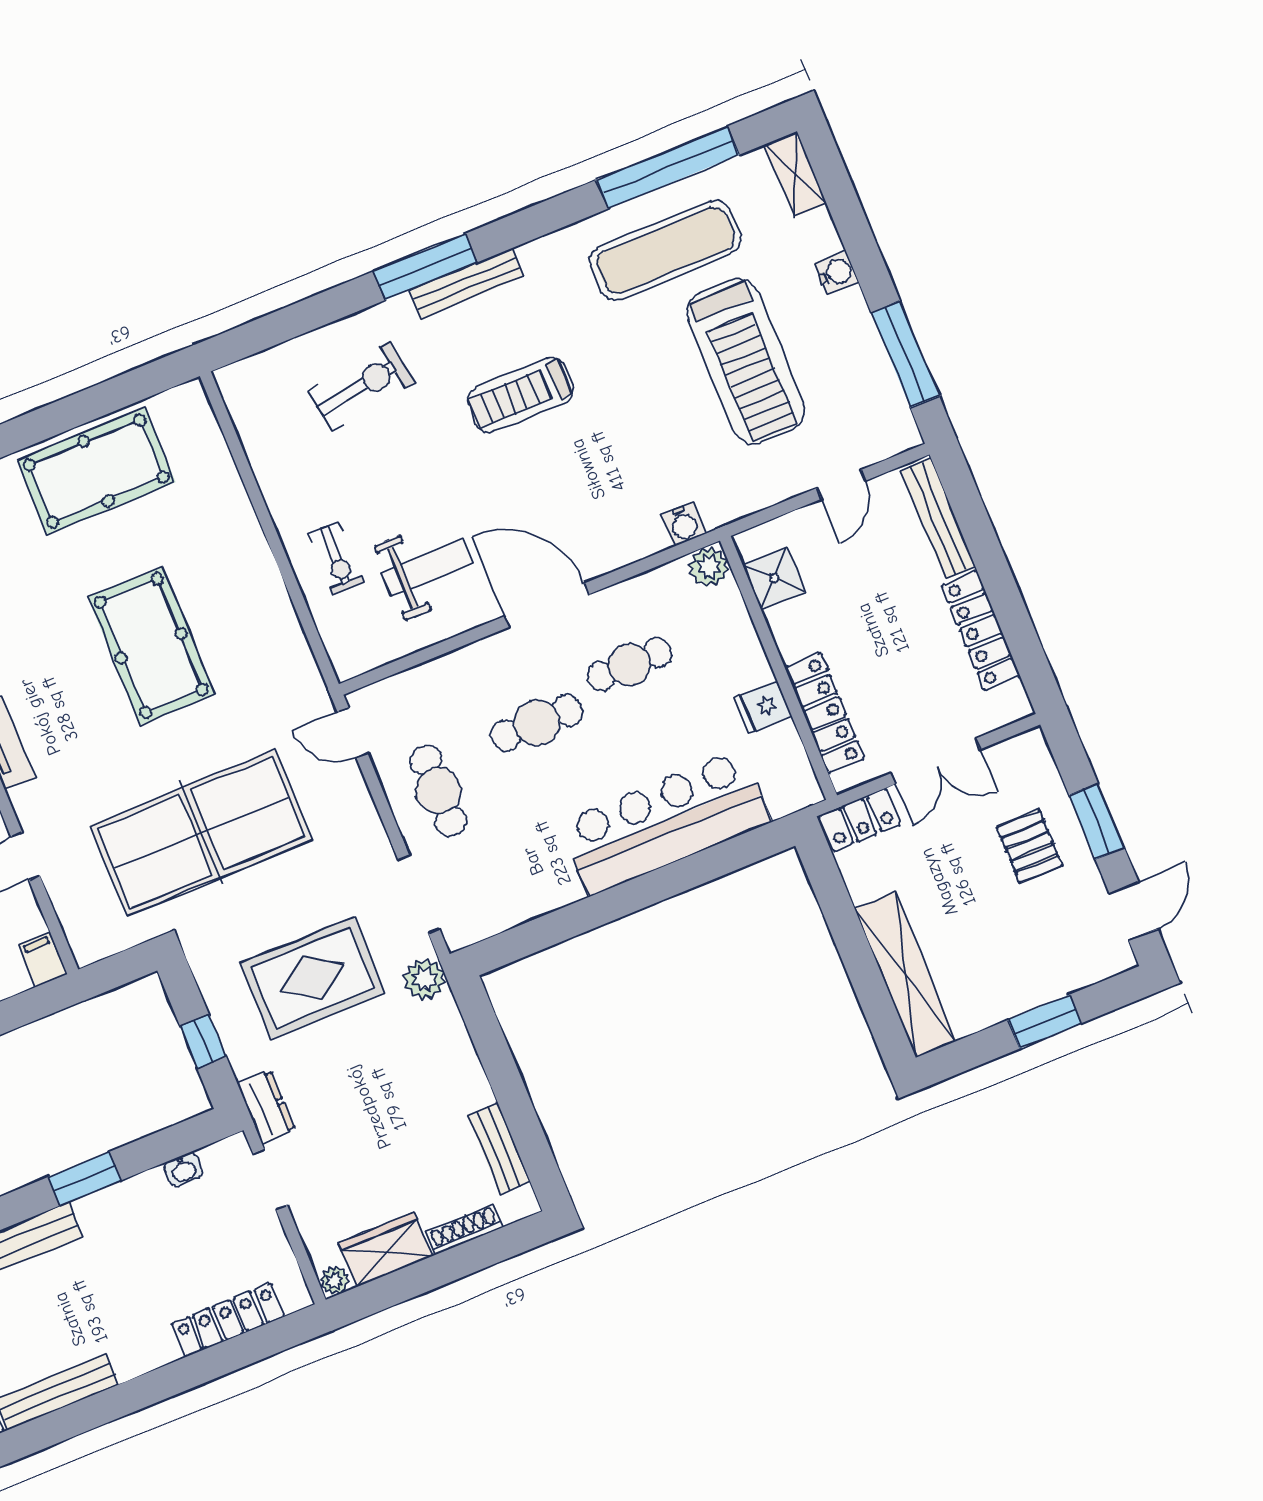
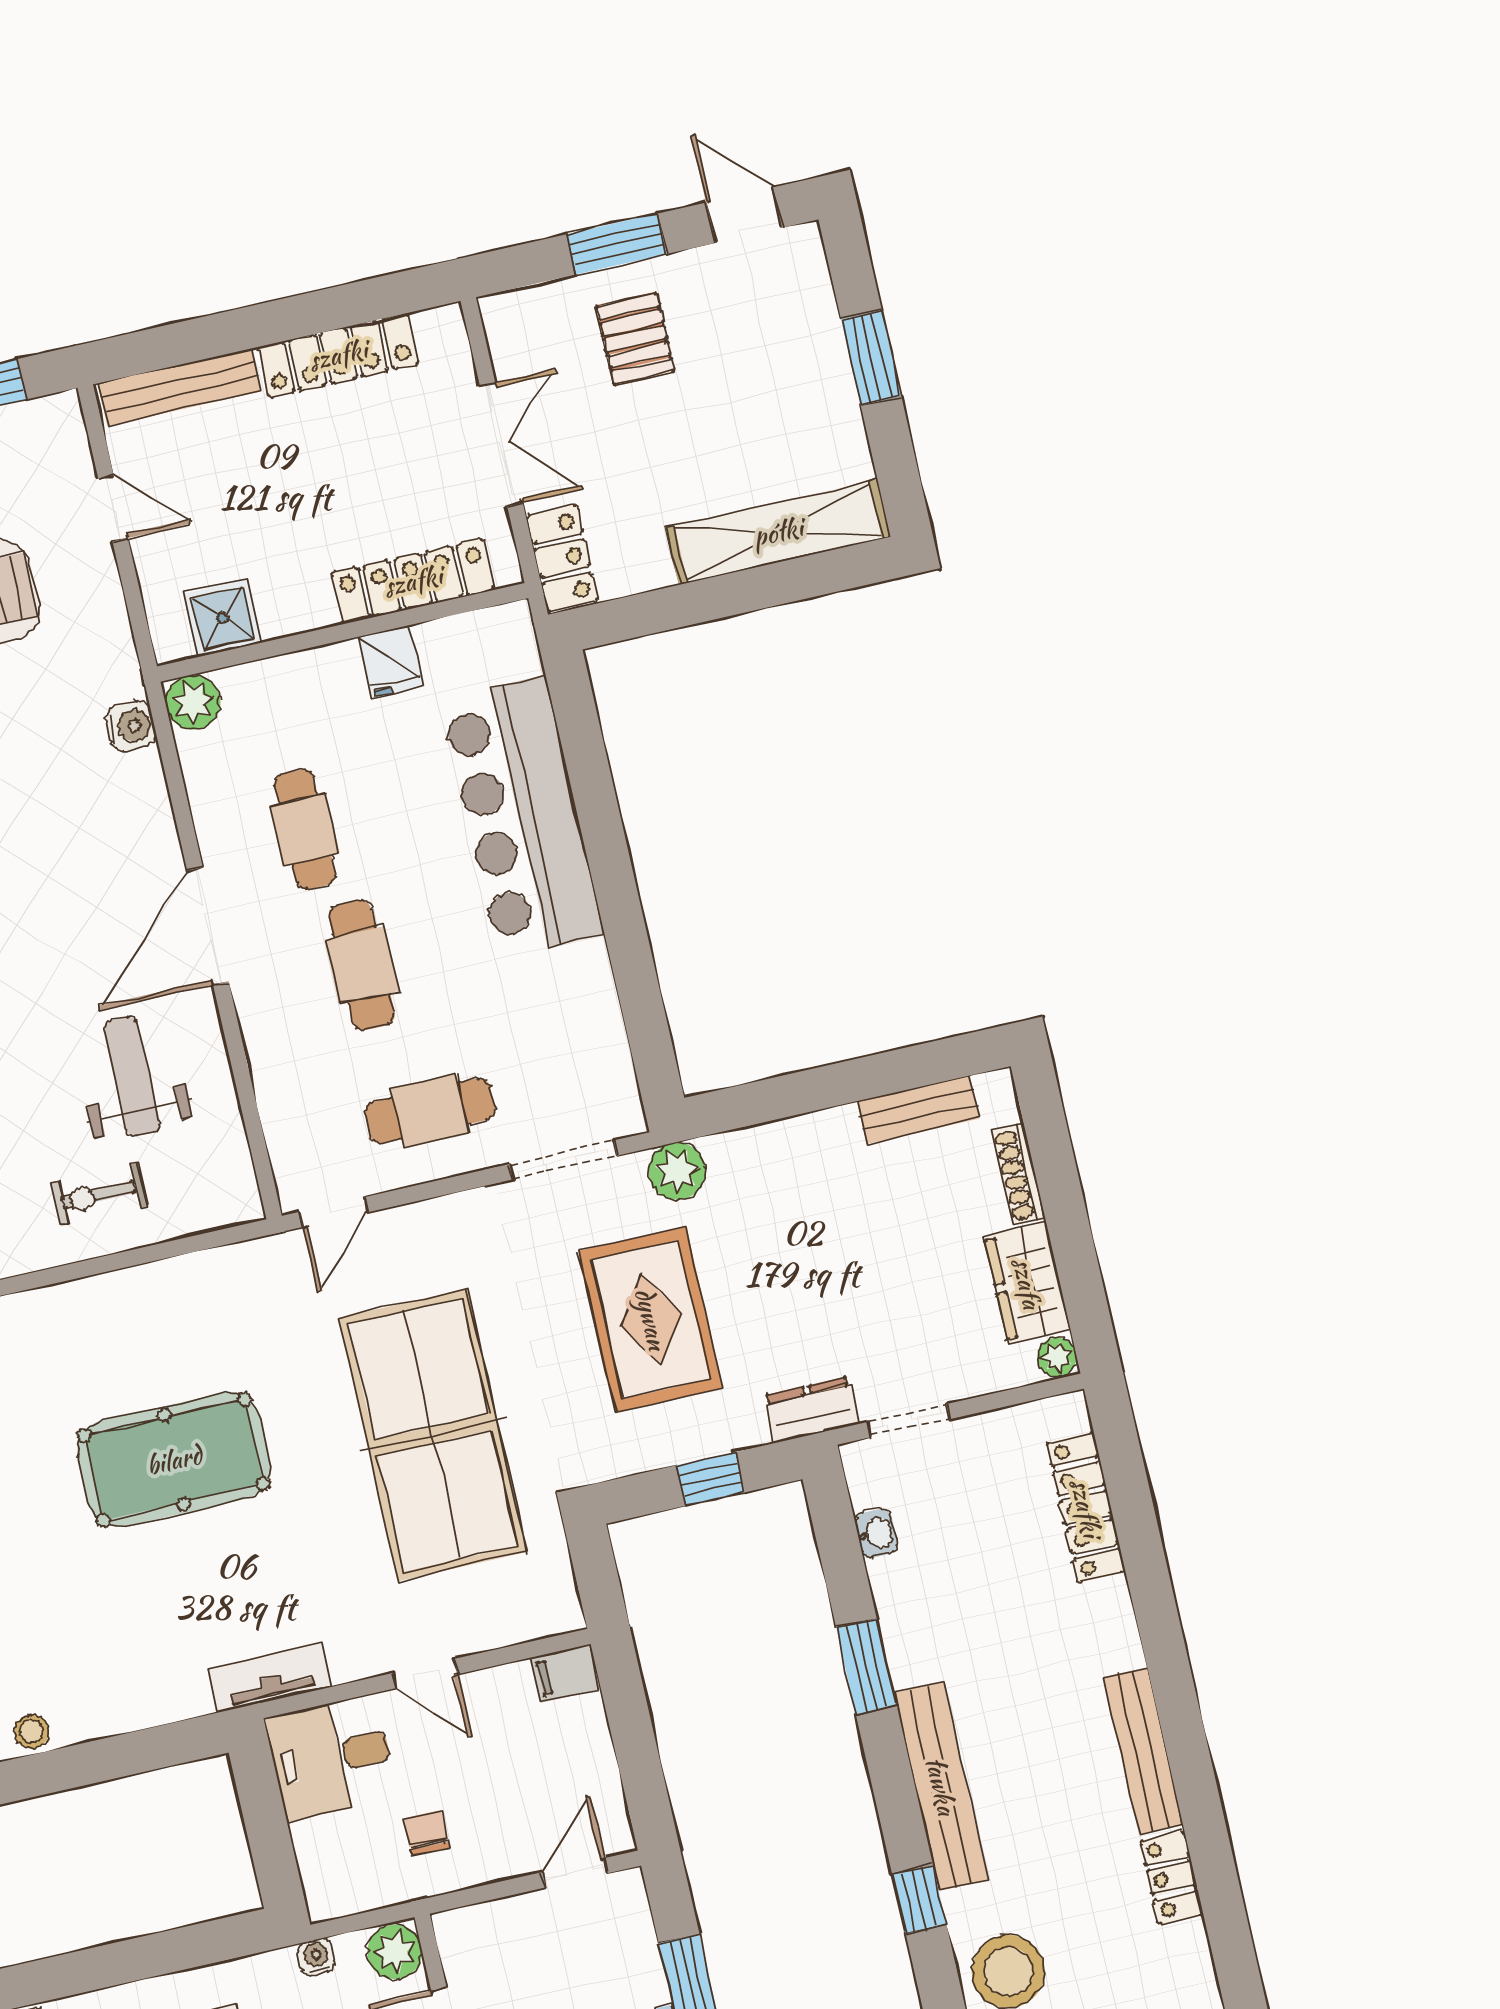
exercise bike: (336, 558) -> (99, 1195), turned 180
pallet: (1029, 846) -> (635, 339), turned 90

